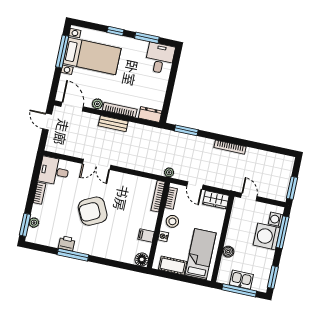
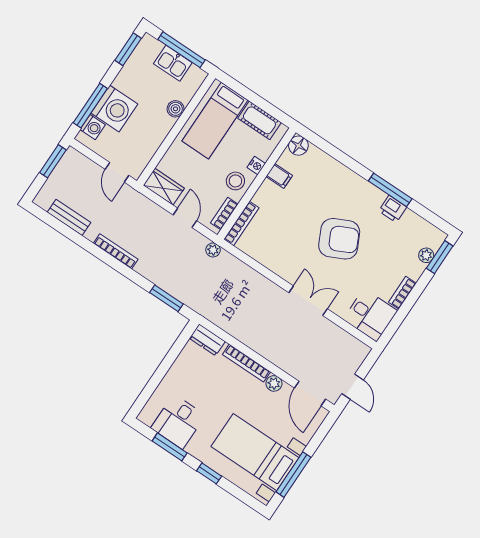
desk: (160, 58) -> (178, 422), moved
bench: (113, 124) -> (69, 217), moved

